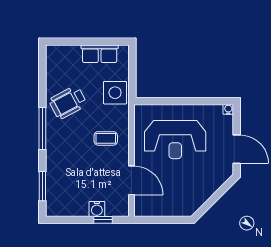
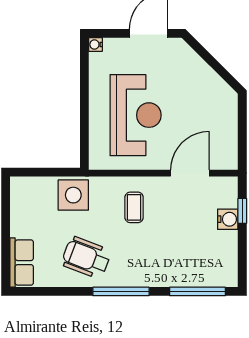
row of seats: (100, 54) -> (22, 263), moved
wheelchair: (68, 102) -> (86, 258), turned 139
window: (42, 186) -> (198, 291), width x1.44

